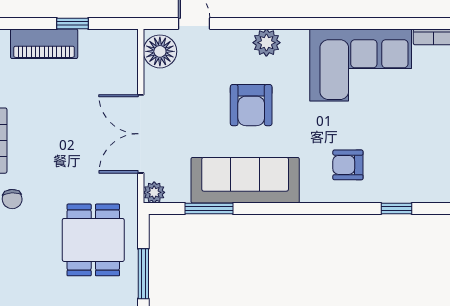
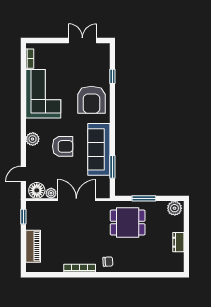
window: (73, 23) -> (23, 217), moved
double door: (141, 134) -> (76, 200), swing flipped
armchair: (348, 165) -> (91, 100), width x1.88, depth x1.88
plant: (154, 192) -> (51, 193), moved

